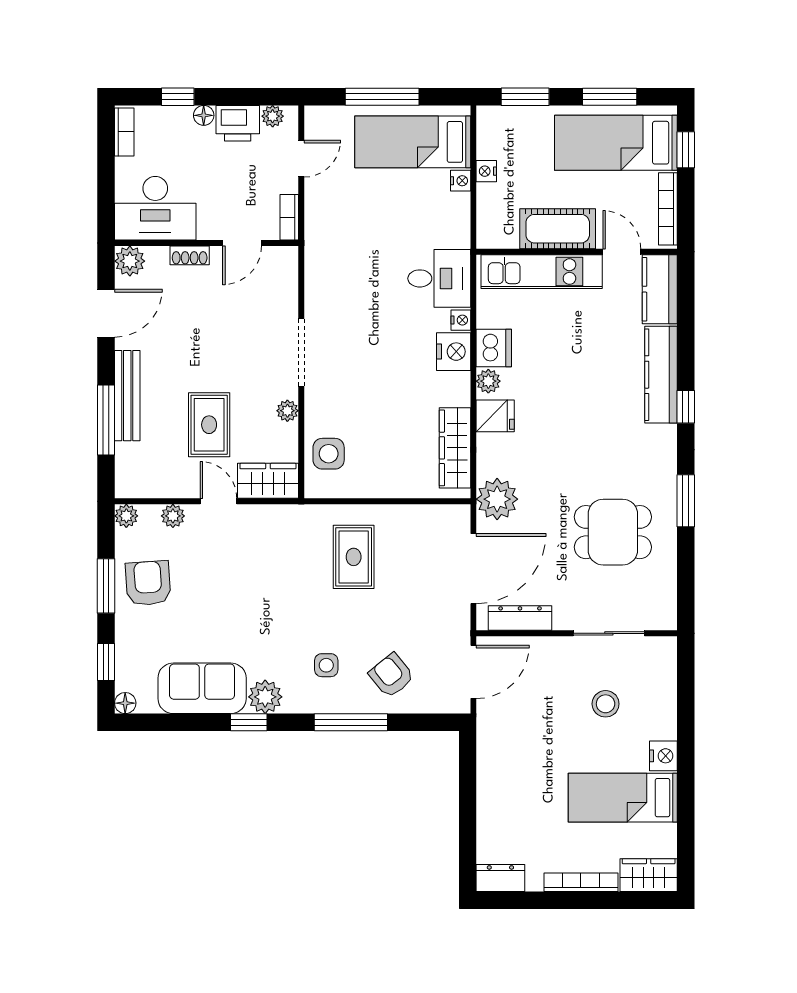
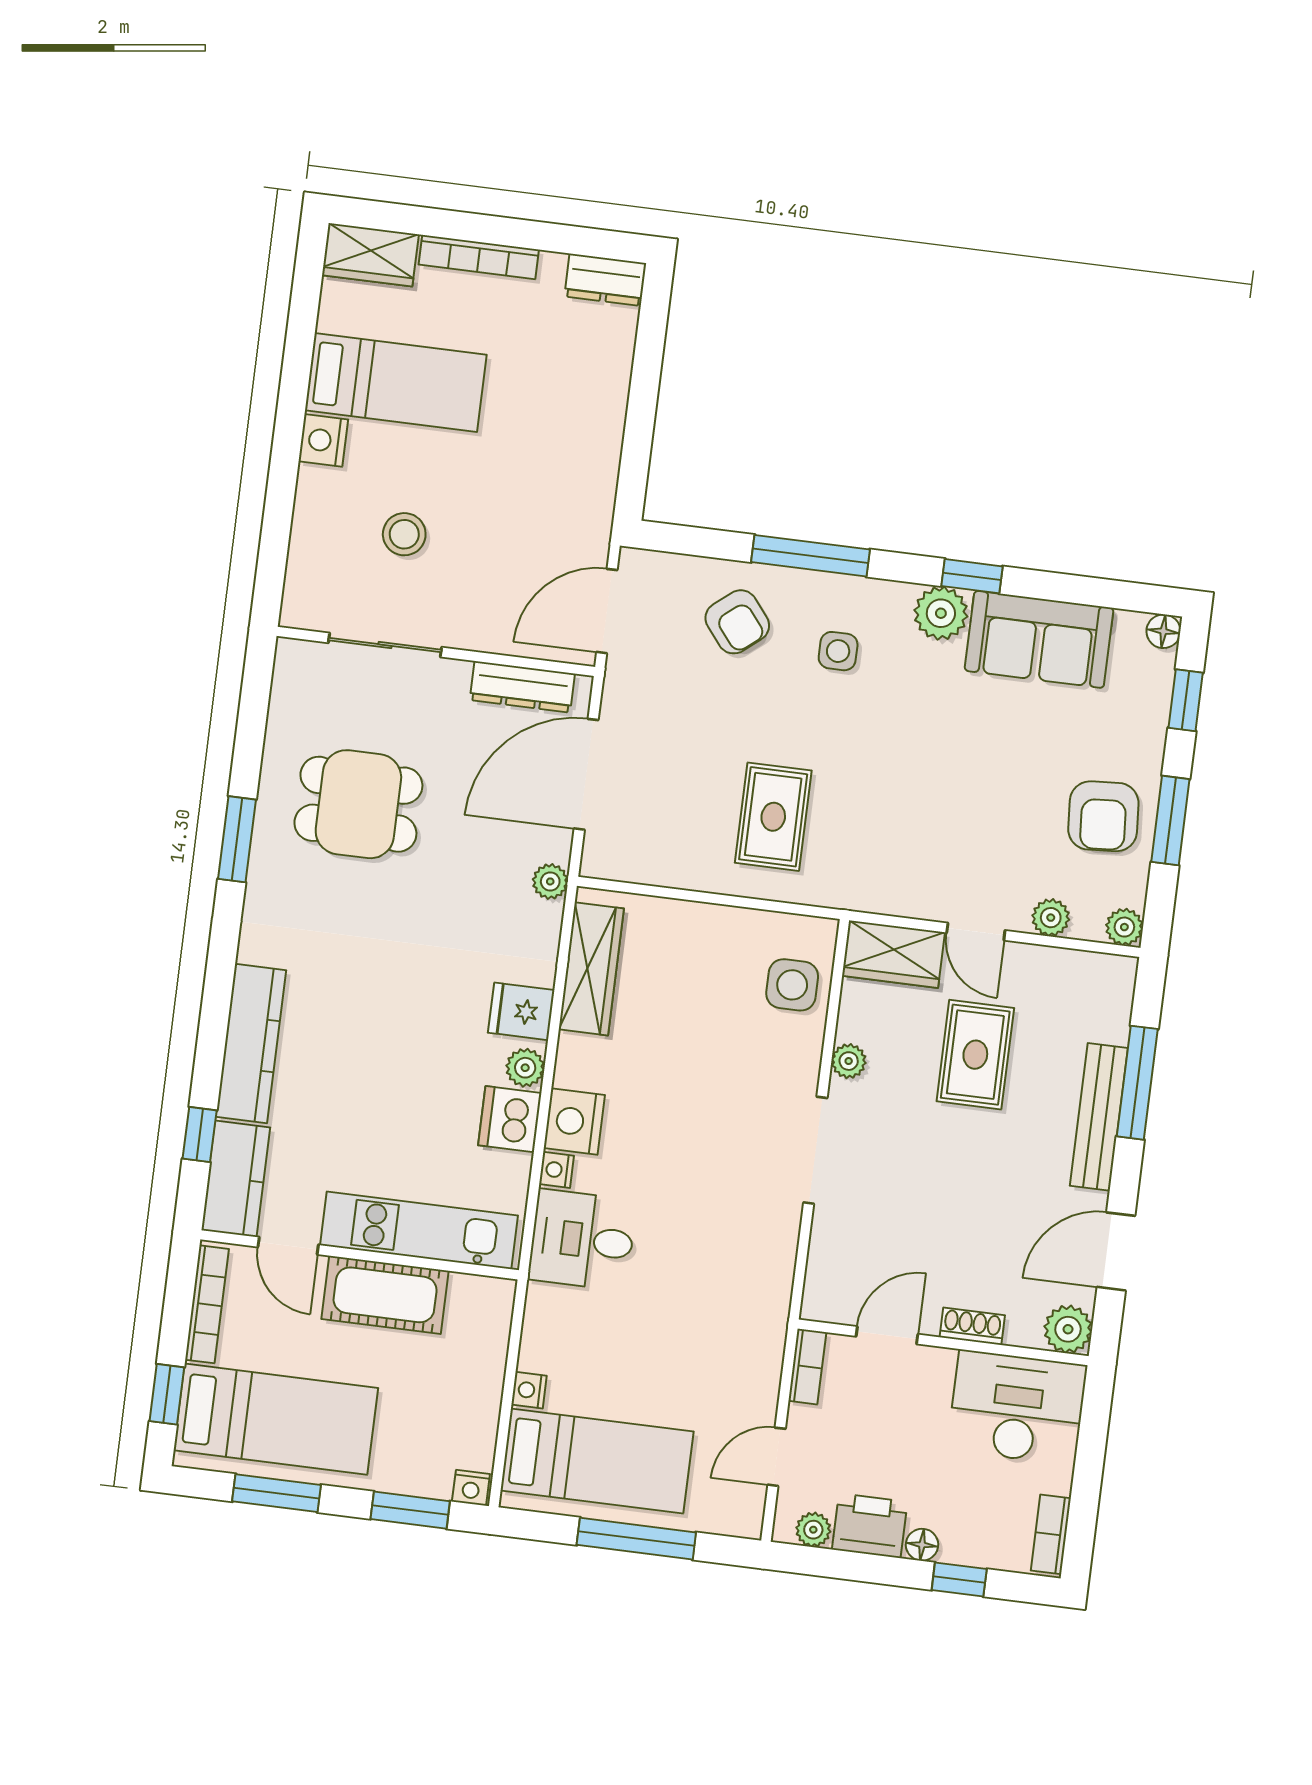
nightstand: (486, 171) -> (471, 1488), moved, turned 90
window: (686, 407) -> (200, 1135), moved
plant: (497, 499) -> (550, 881), width x0.53, depth x0.53

